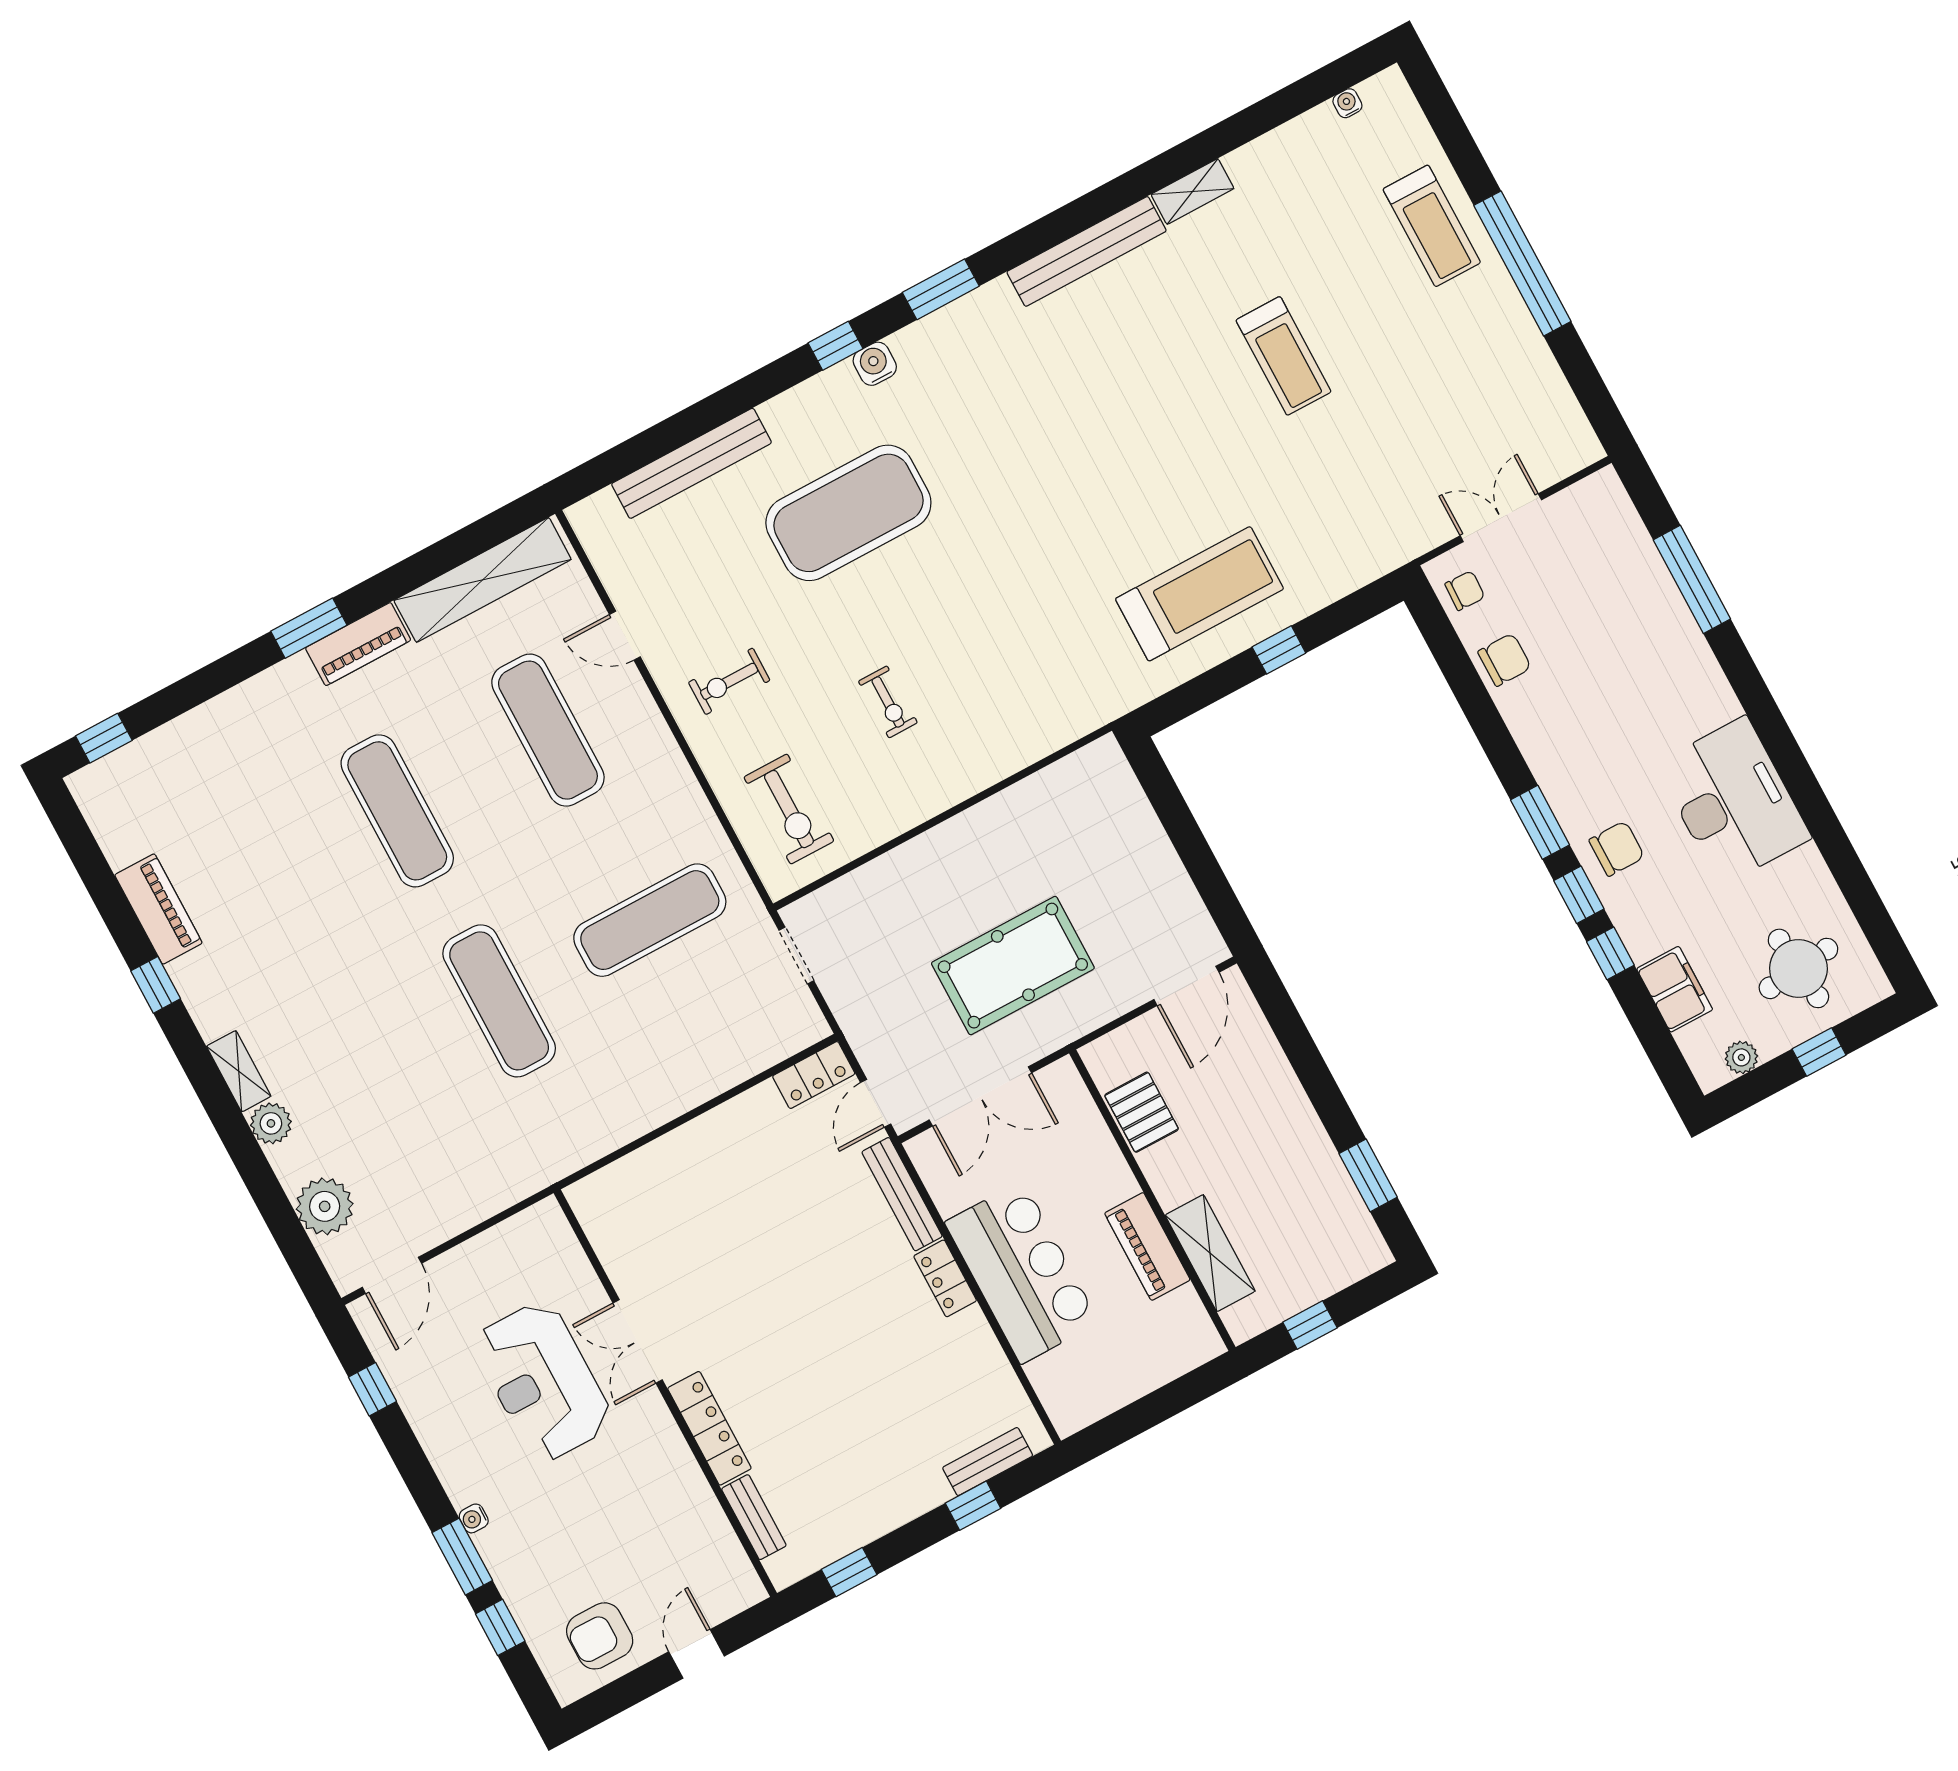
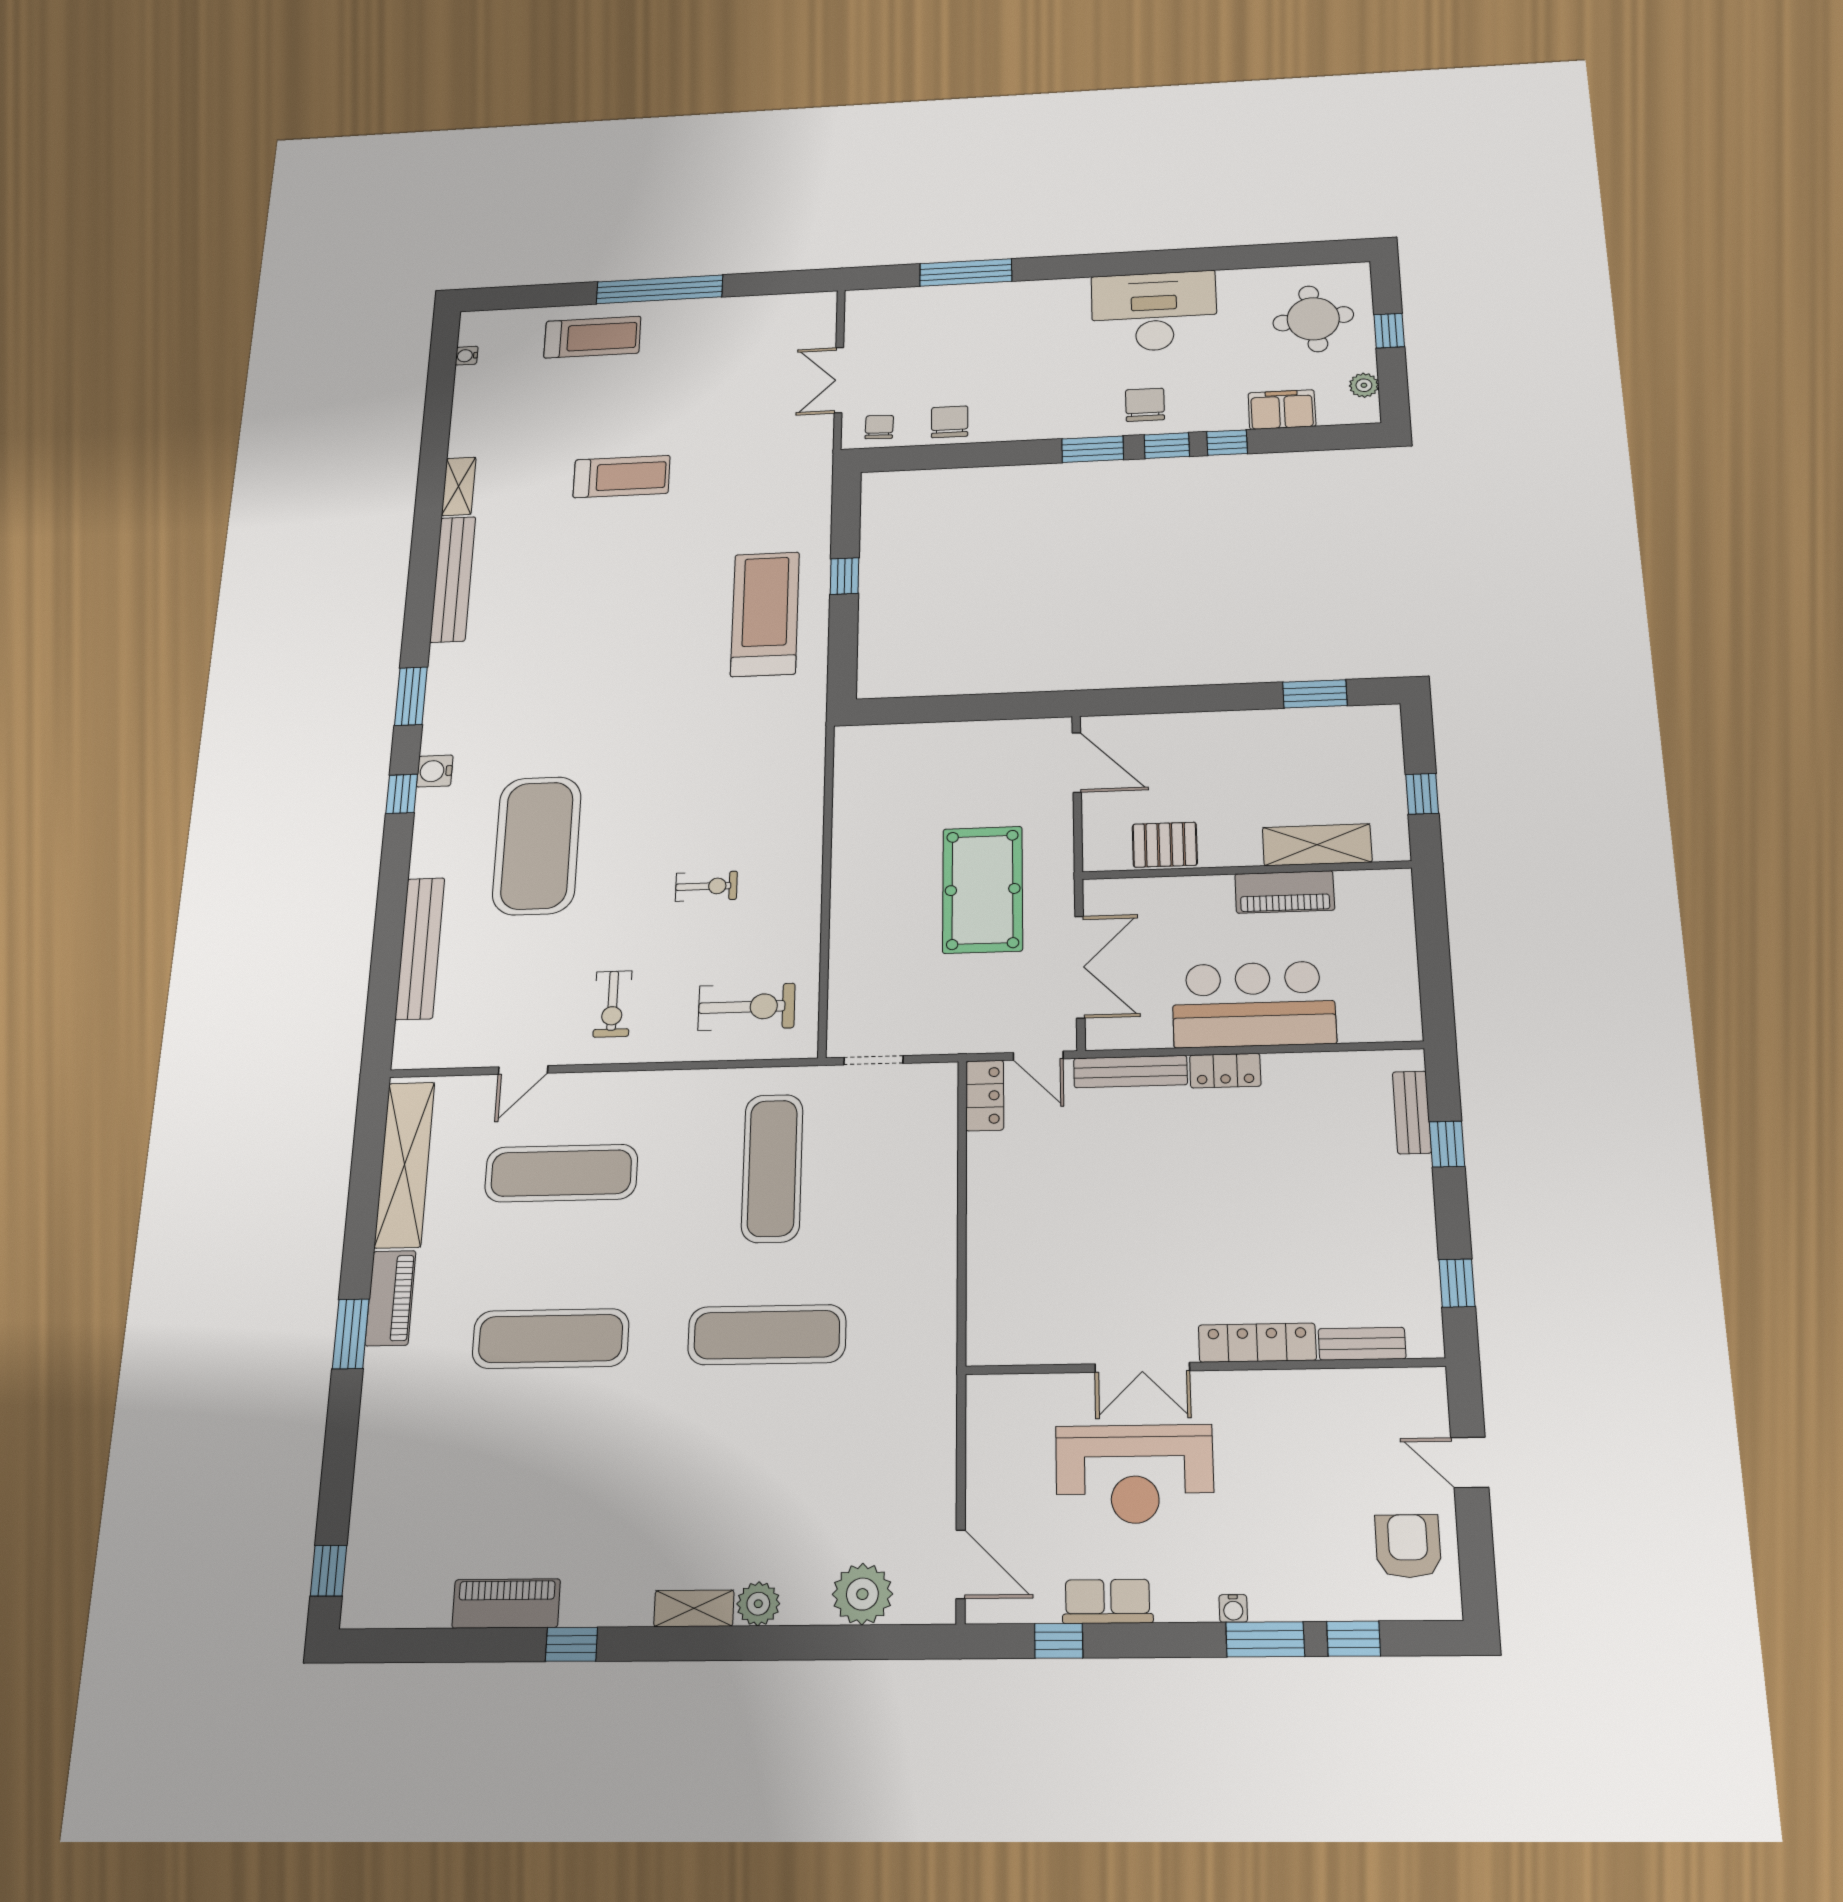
row of seats: (426, 1413) -> (1107, 1601), added
armchair: (600, 1636) -> (1408, 1546), turned 180

